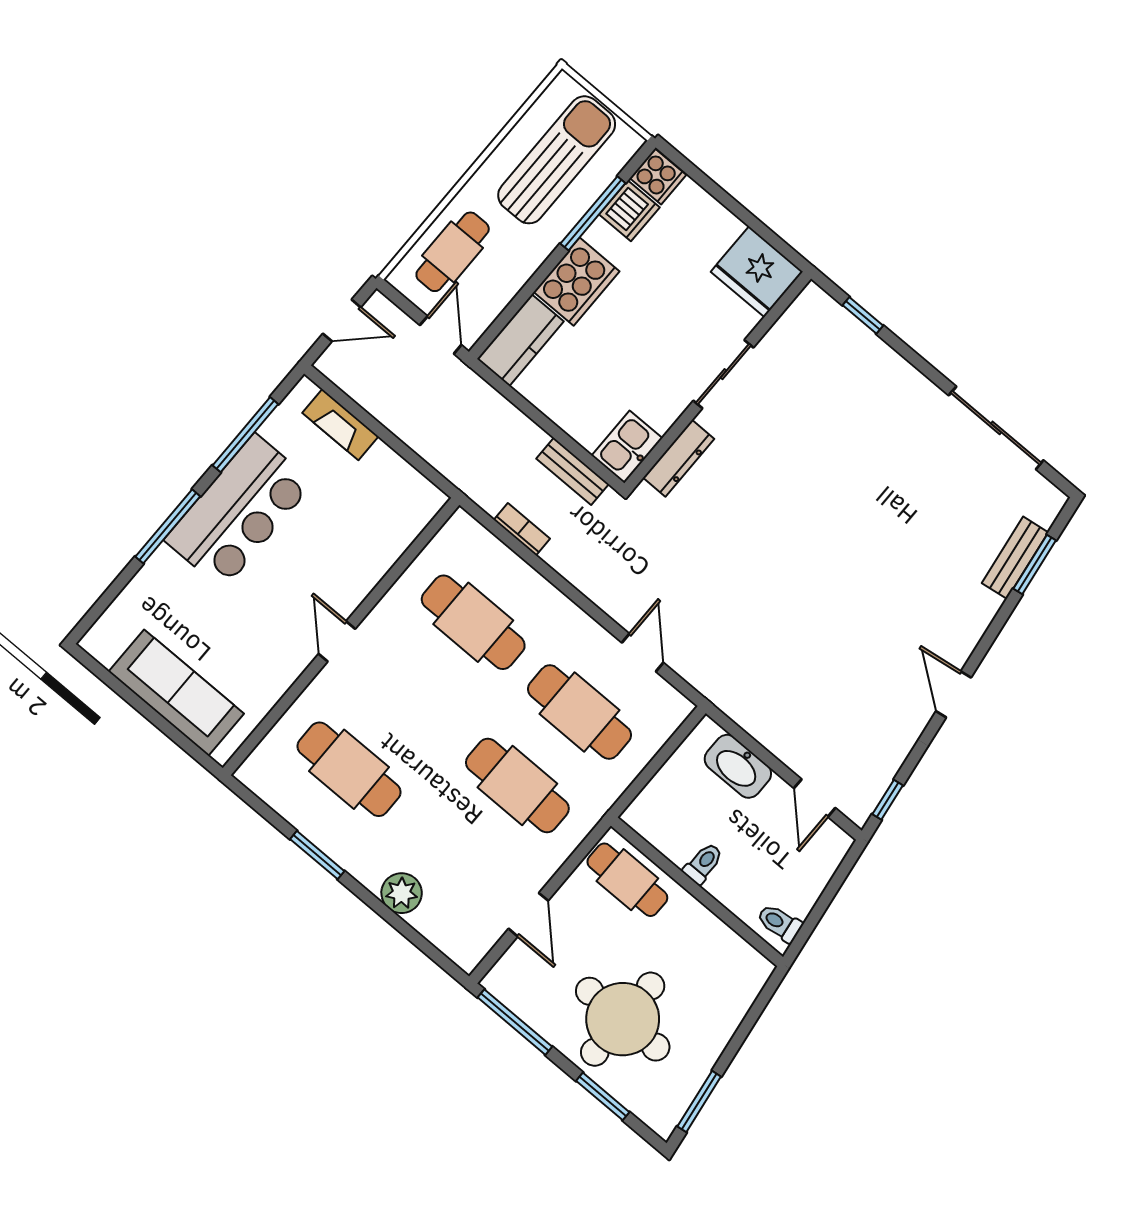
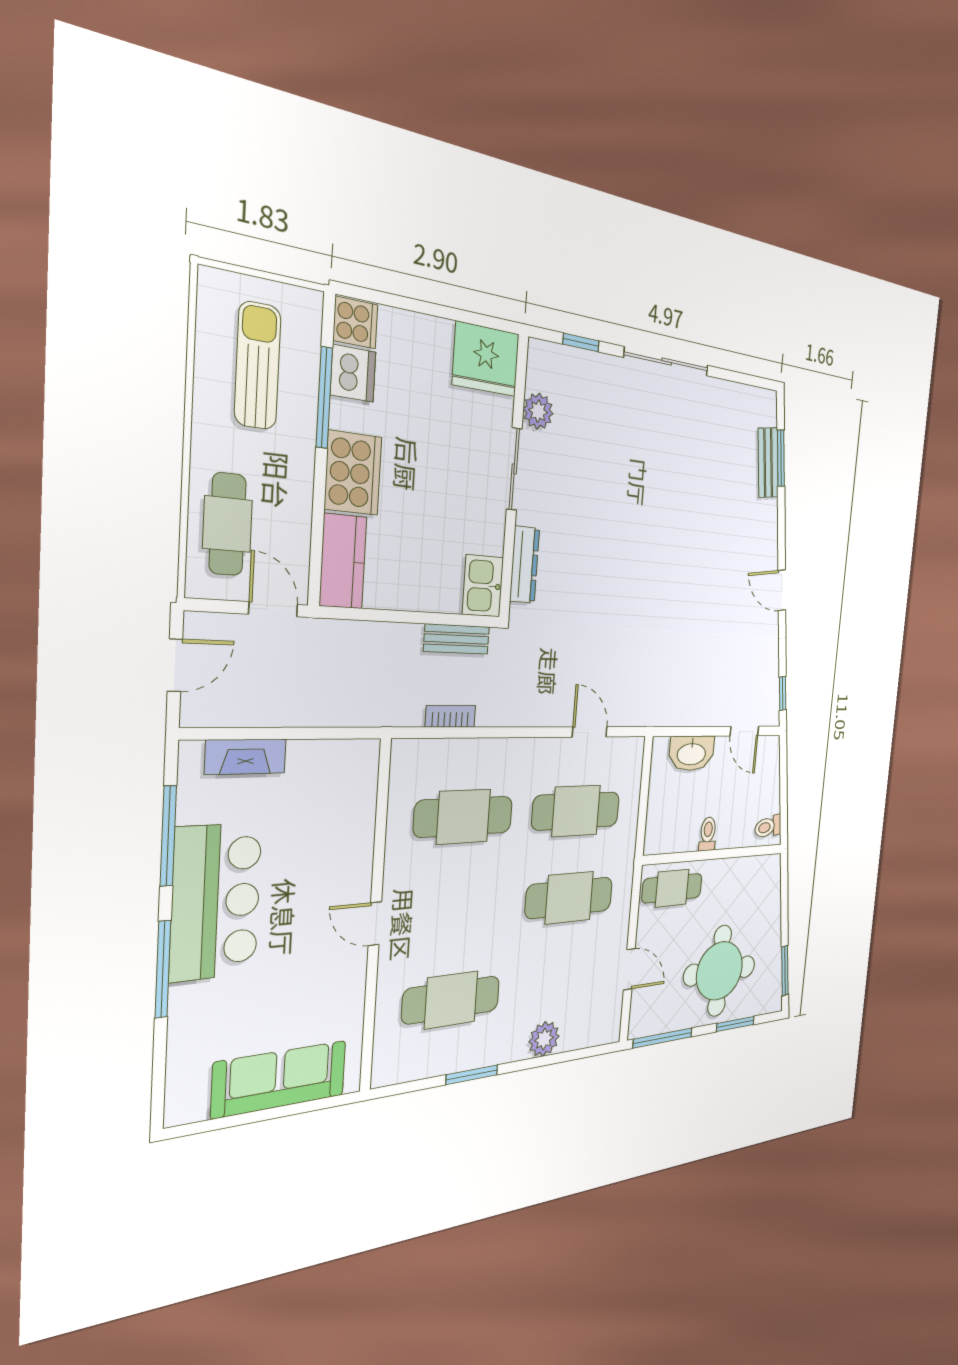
sun lounger: (557, 160) -> (258, 366), width x0.73, depth x0.75
plant: (780, 344) -> (538, 411), added
sliding door: (996, 428) -> (667, 361), moved

